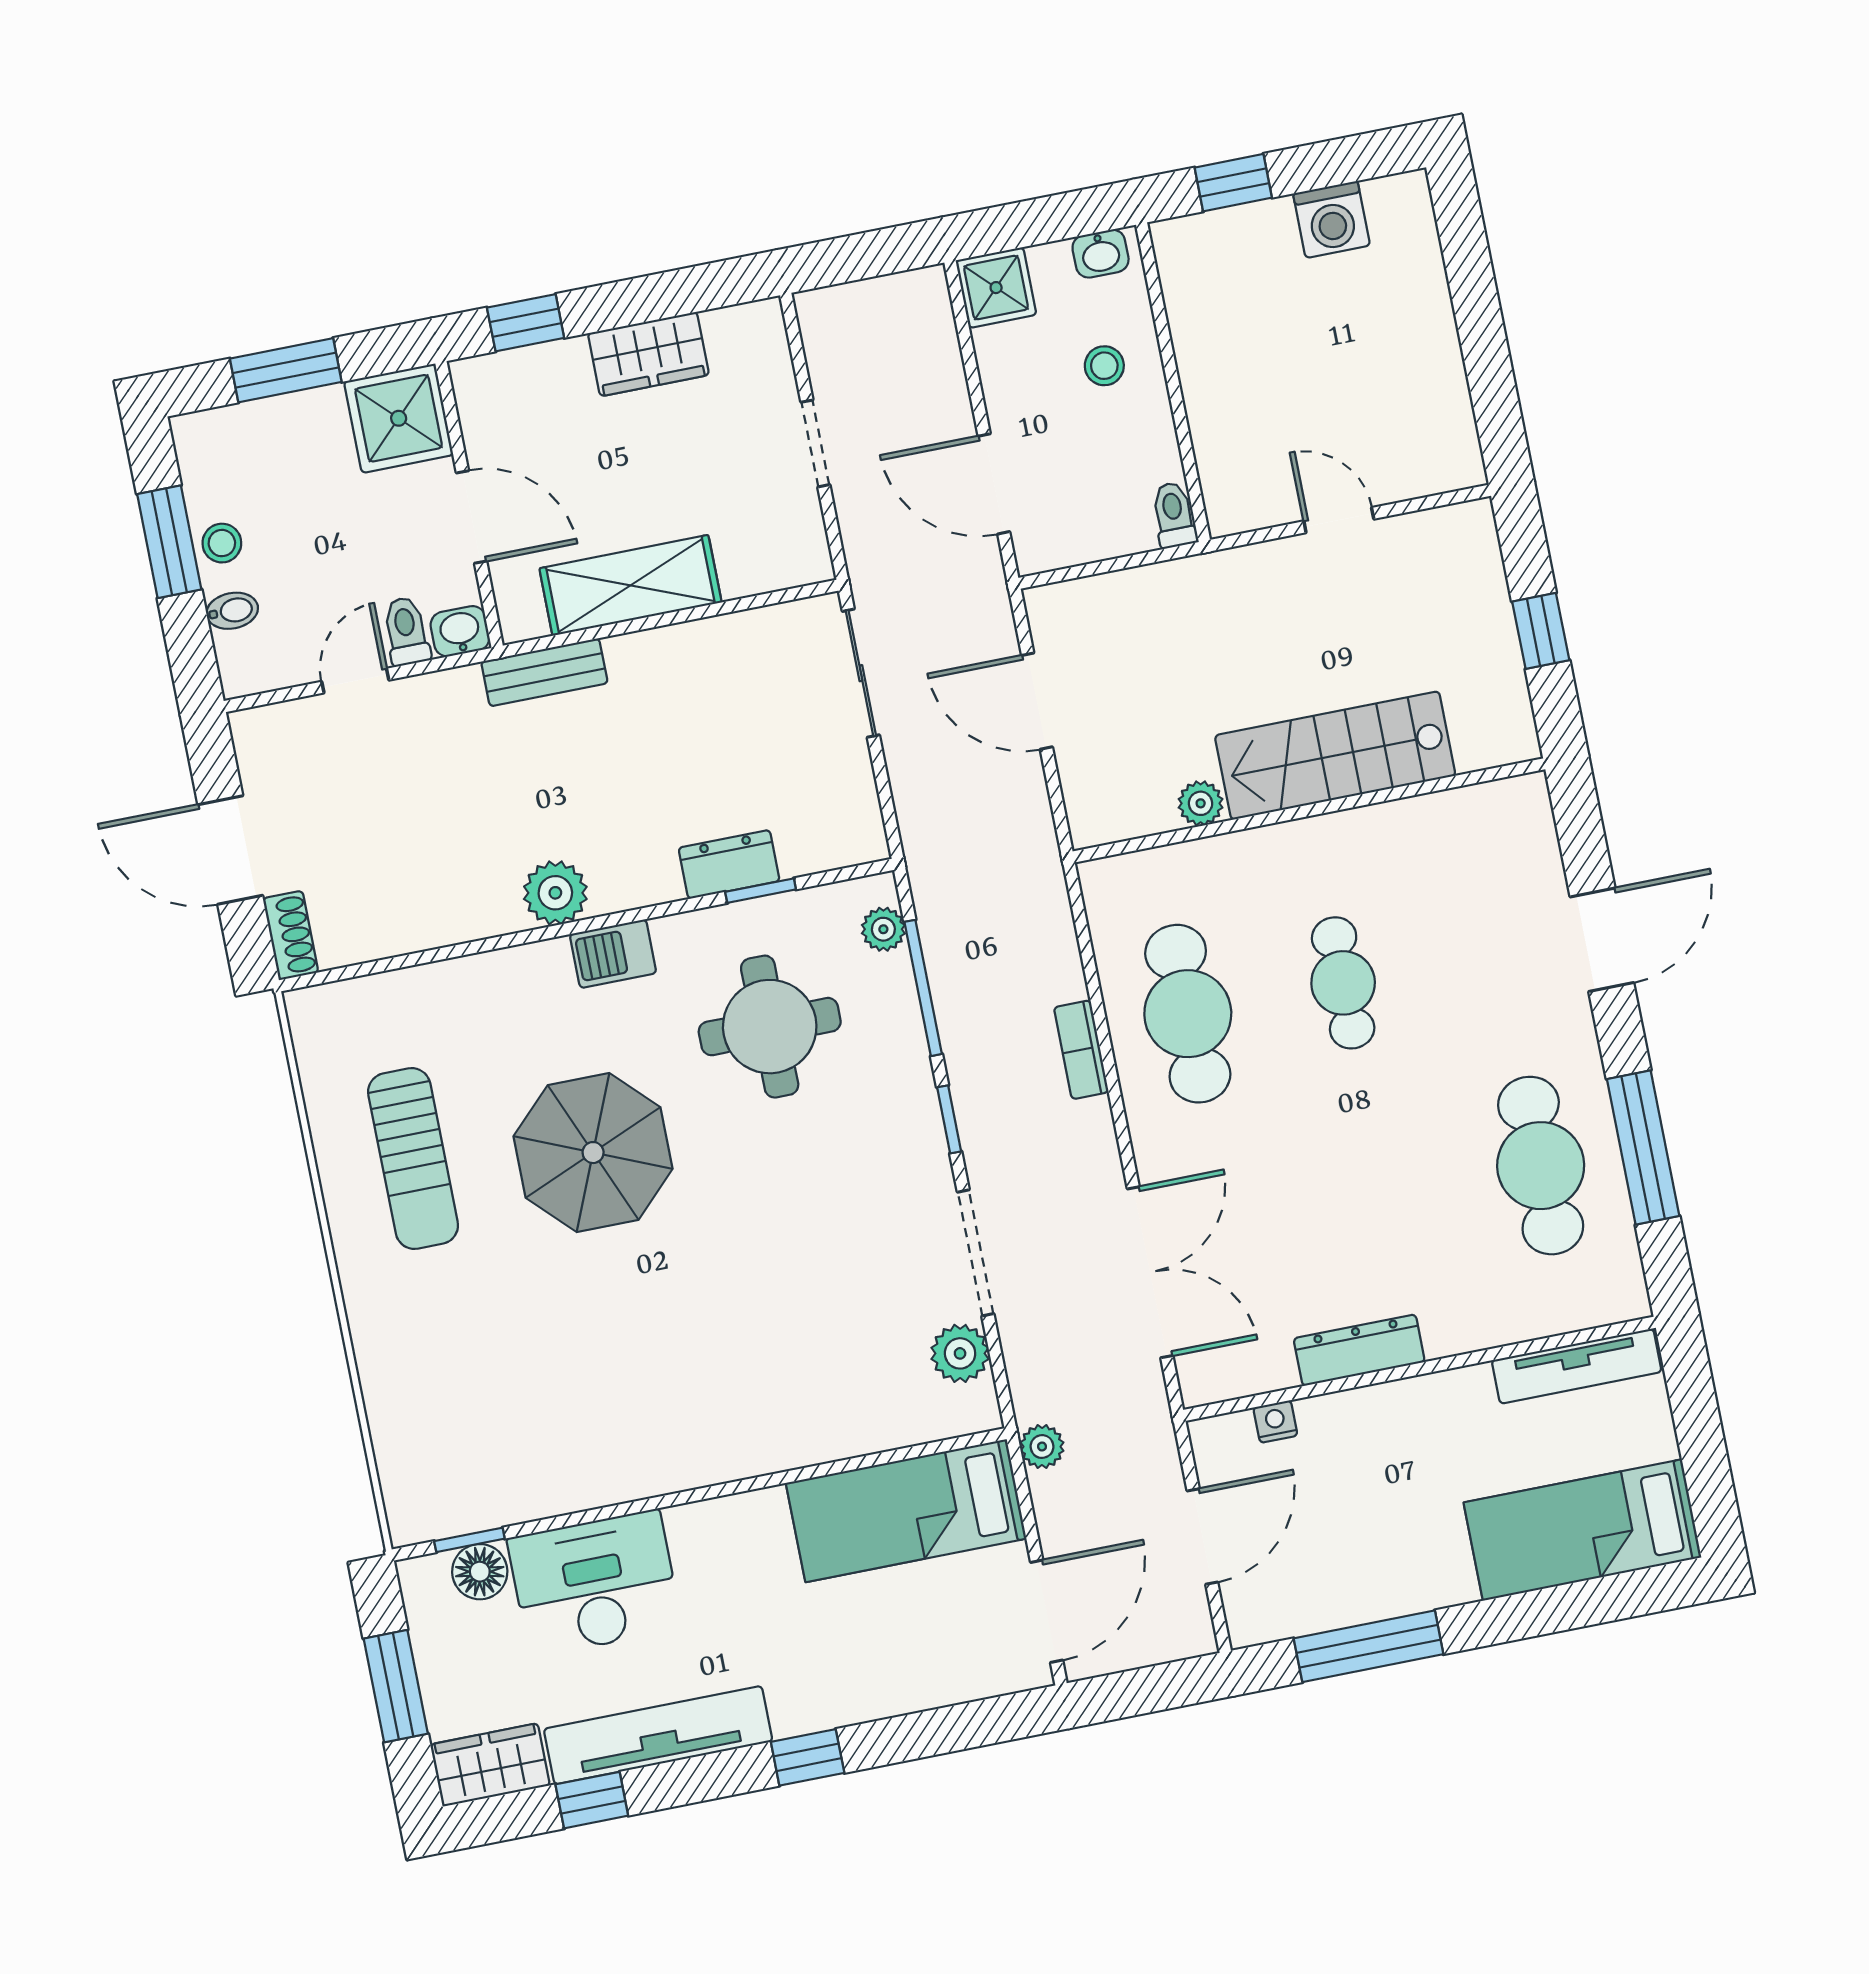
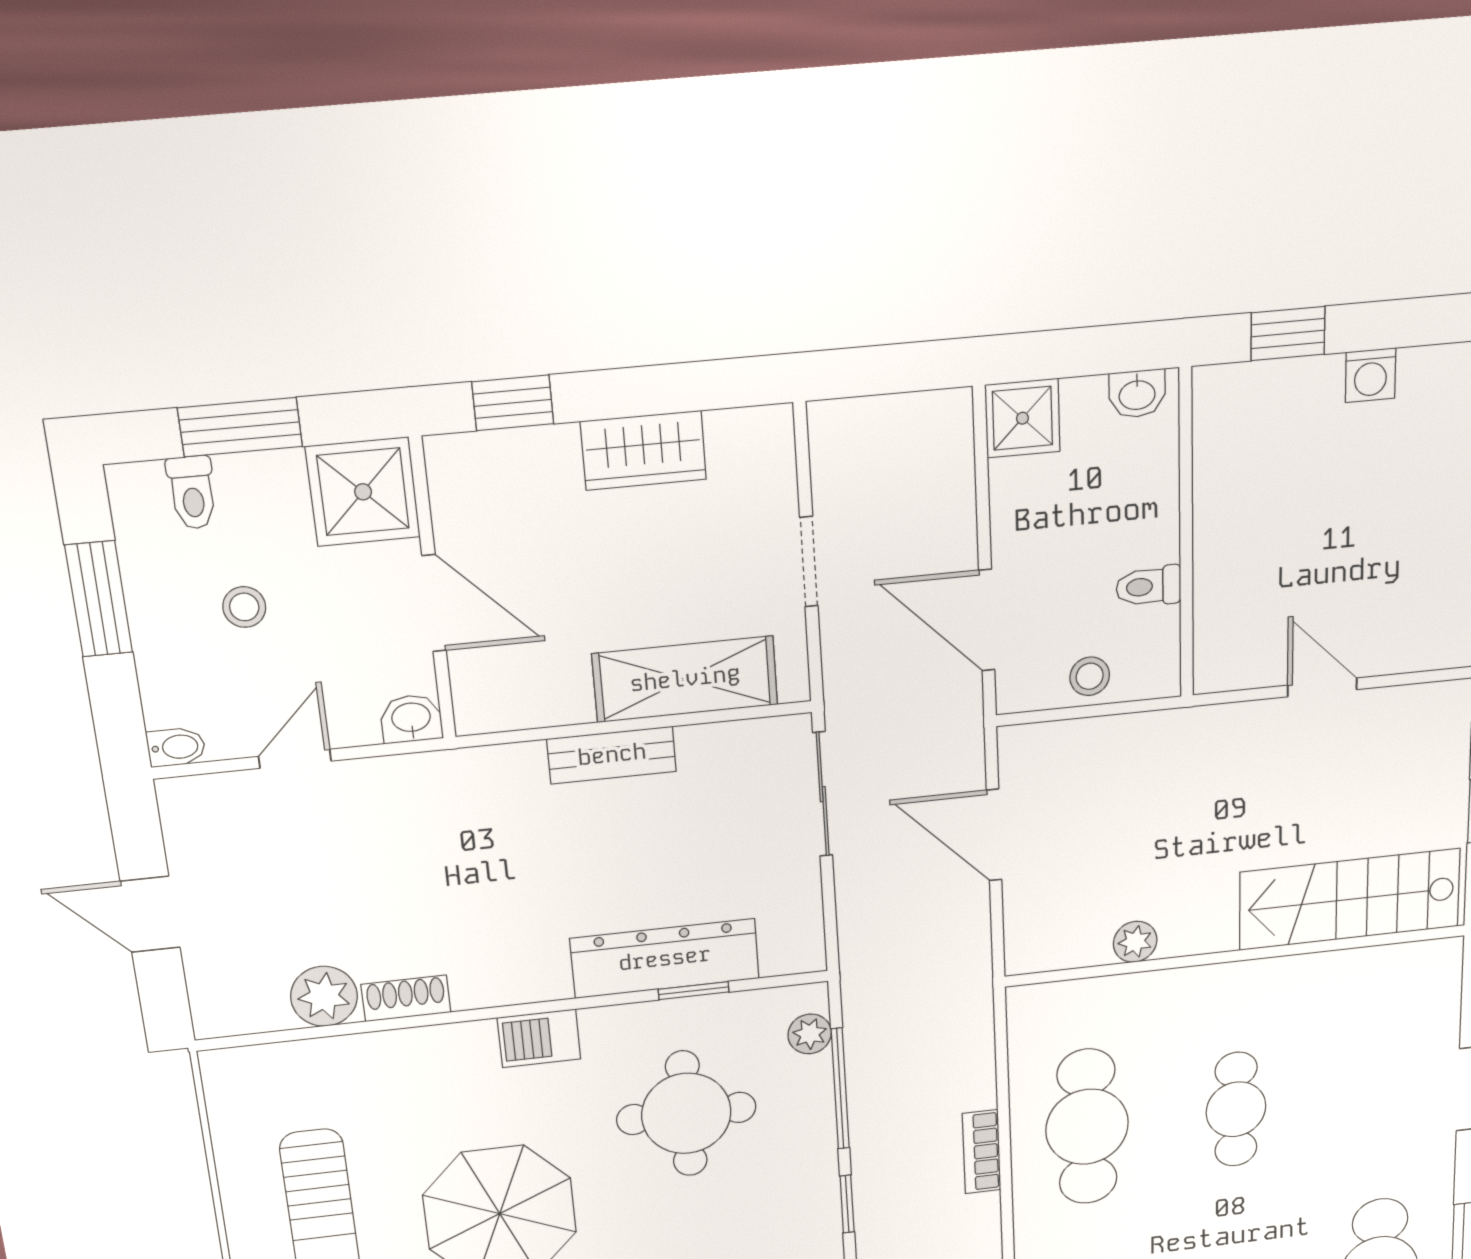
washing machine: (1332, 219) -> (1371, 375), width x0.73, depth x0.73
stool: (1104, 366) -> (1090, 676), moved
toilet: (1174, 515) -> (1148, 586), moved, turned -90
stool: (222, 543) -> (244, 607), moved
shelving: (630, 585) -> (685, 679), moved
bidet: (232, 611) -> (176, 747), moved
toilet: (406, 631) -> (192, 493), moved, turned 180
bench: (544, 672) -> (612, 755), moved
stairs: (1335, 756) -> (1350, 899), moved
door: (230, 850) -> (150, 914), width x0.73
dresser: (729, 864) -> (665, 959), width x1.96, depth x1.24
plant: (555, 893) -> (324, 996), moved
shoe rack: (291, 935) -> (406, 998), moved, turned -90

